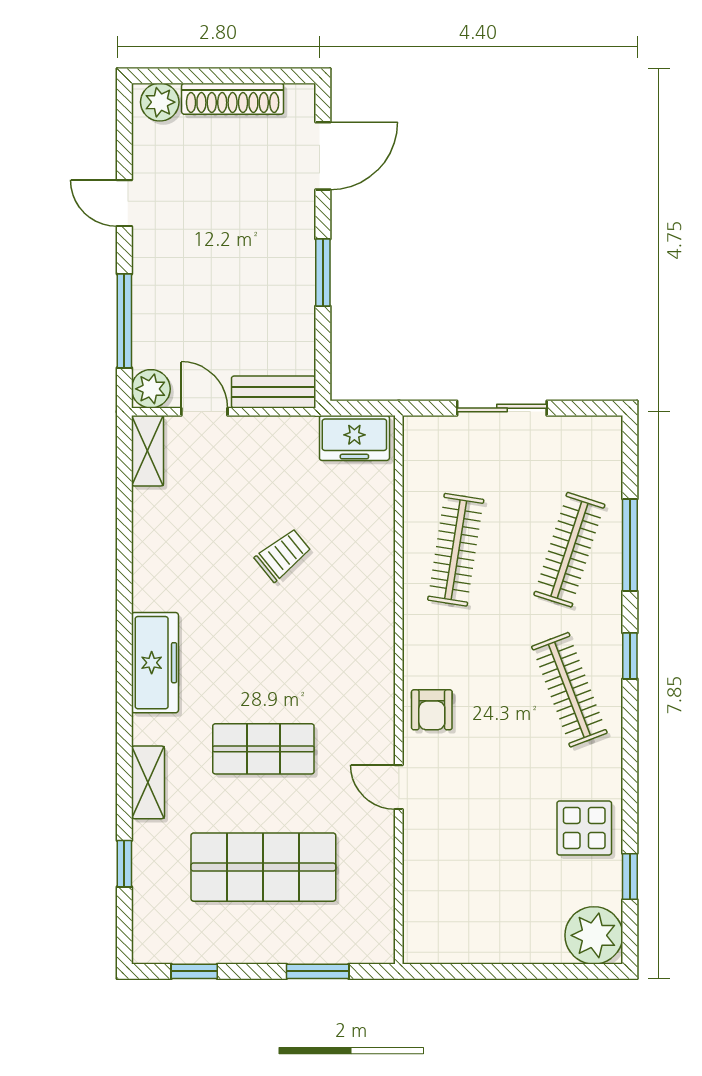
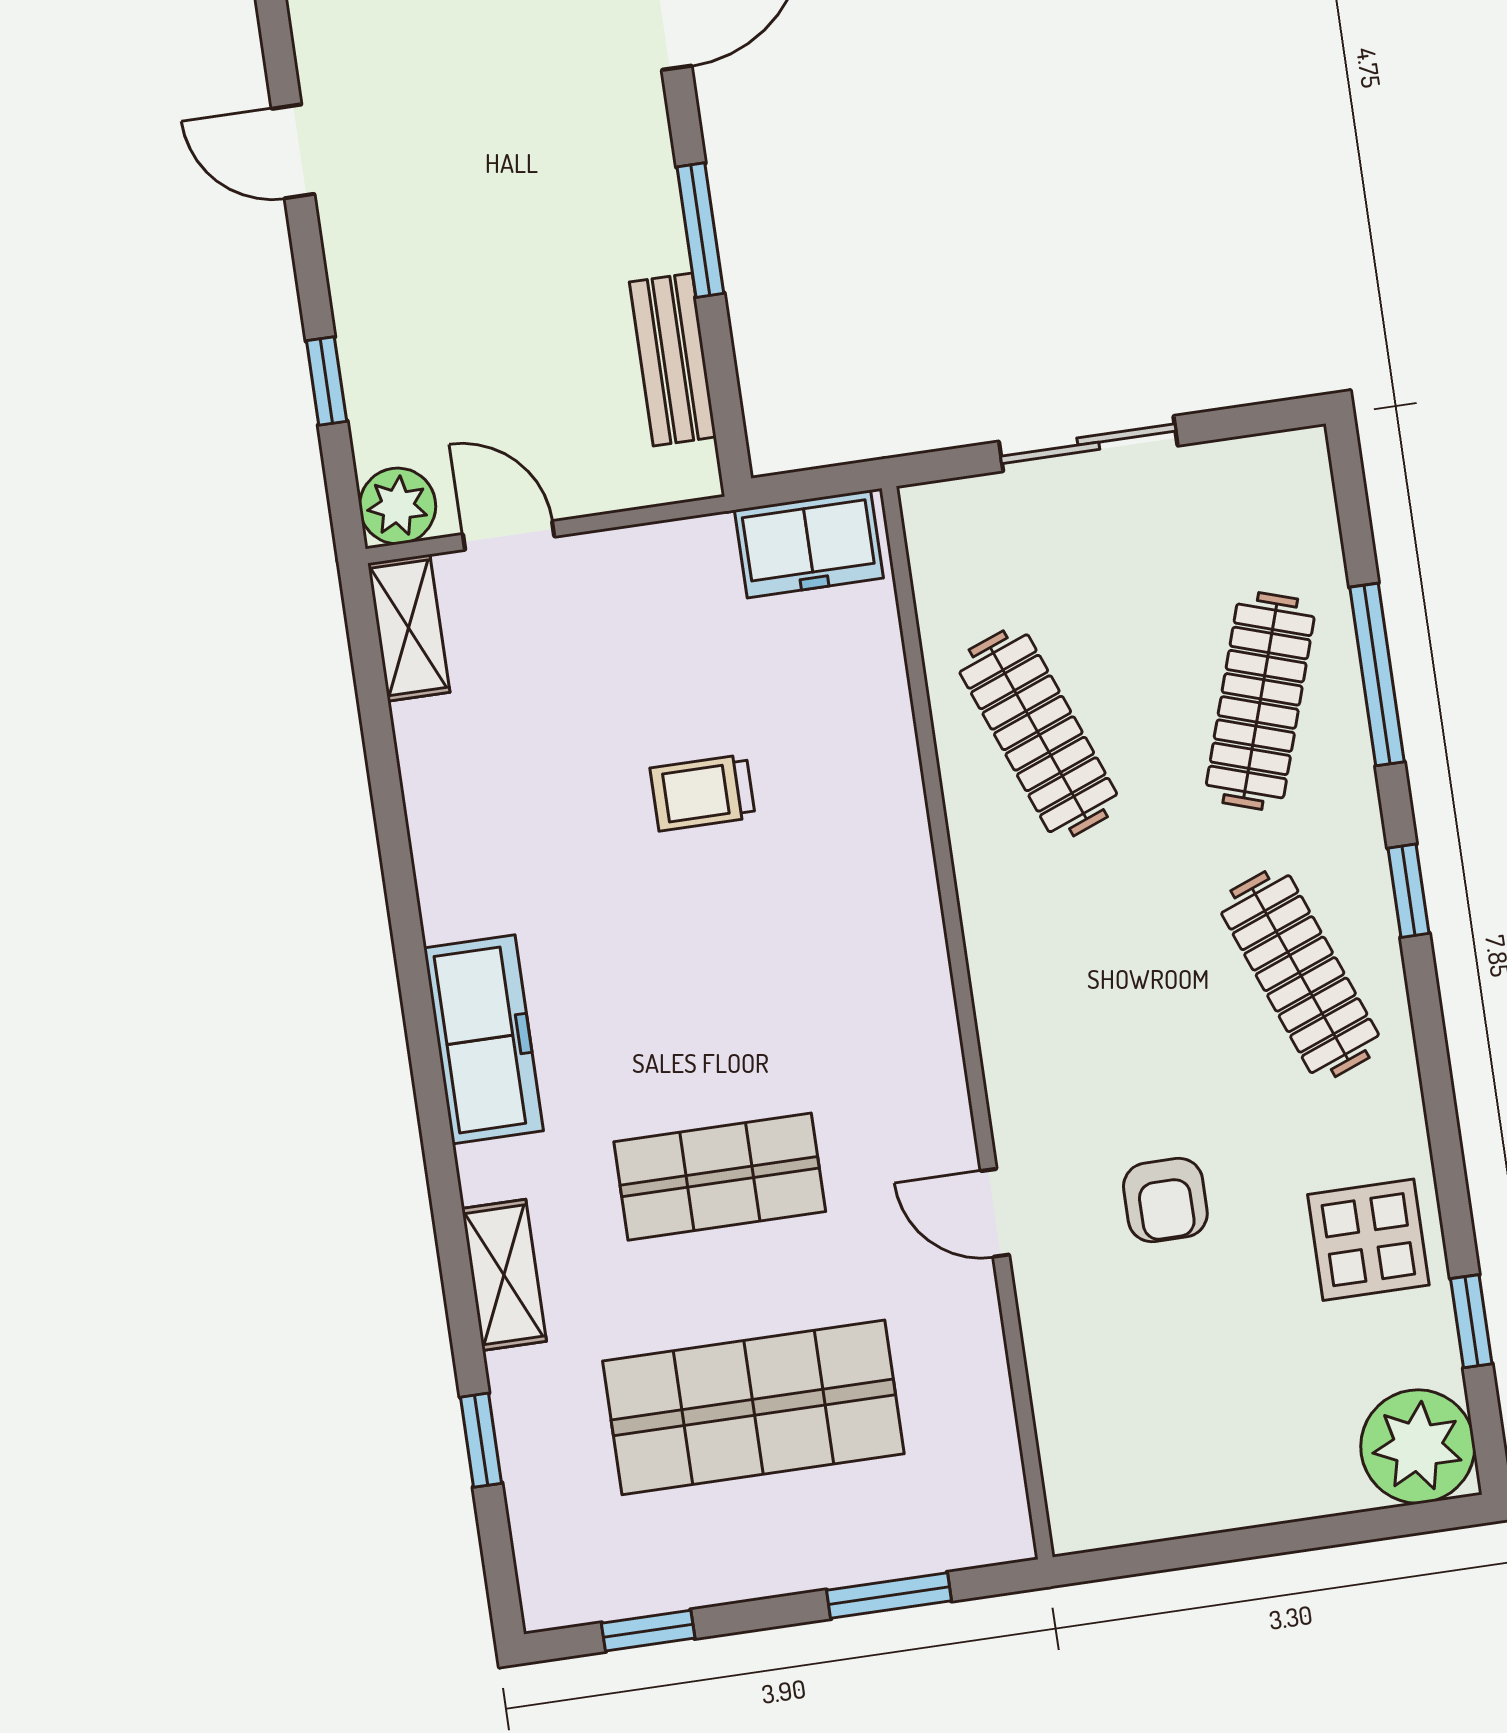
window: (124, 321) -> (327, 381), width x0.46
bench: (274, 392) -> (673, 359), moved, turned 90
clothes rail: (456, 550) -> (1038, 733), turned -30
trolley: (283, 555) -> (703, 793), turned -141
armchair: (432, 710) -> (1165, 1200), moved

